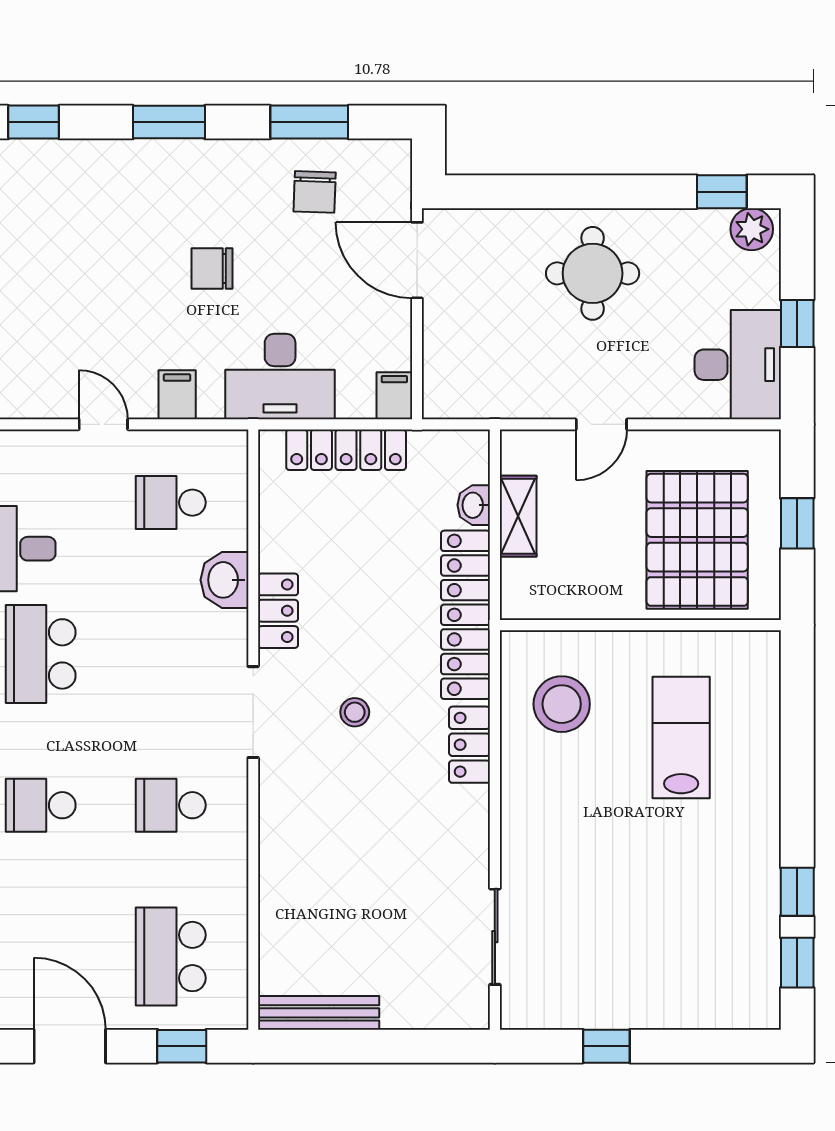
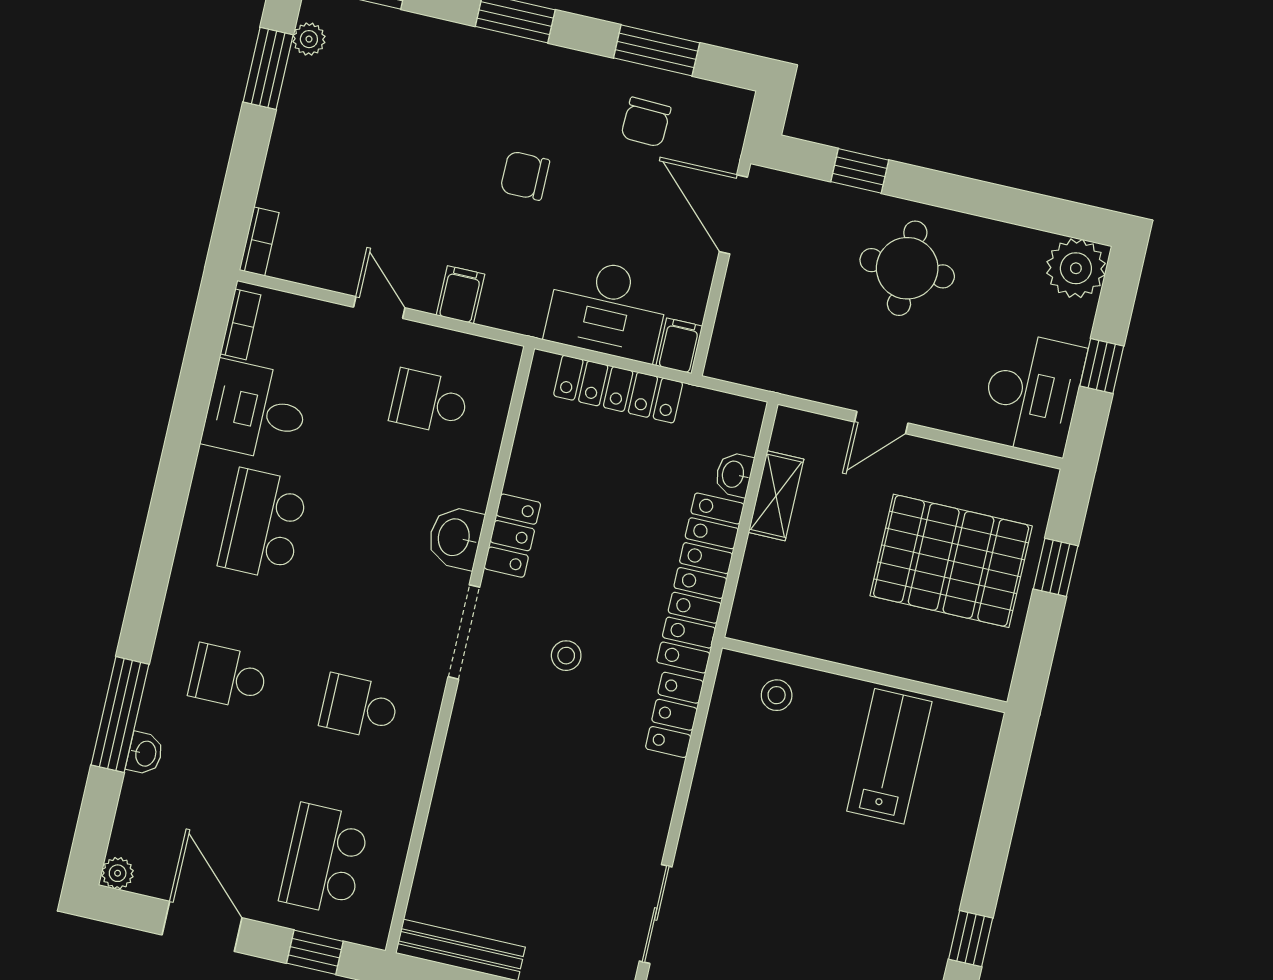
window: (722, 192) -> (860, 171), moved
plant: (752, 229) -> (1076, 268), width x1.36, depth x1.36
desk: (280, 377) -> (607, 309), moved
pallet: (697, 540) -> (951, 561), turned 90
washbasin: (224, 580) -> (455, 538), moved
wall: (640, 625) -> (865, 675), moved
stool: (562, 704) -> (777, 695), width x0.53, depth x0.53

